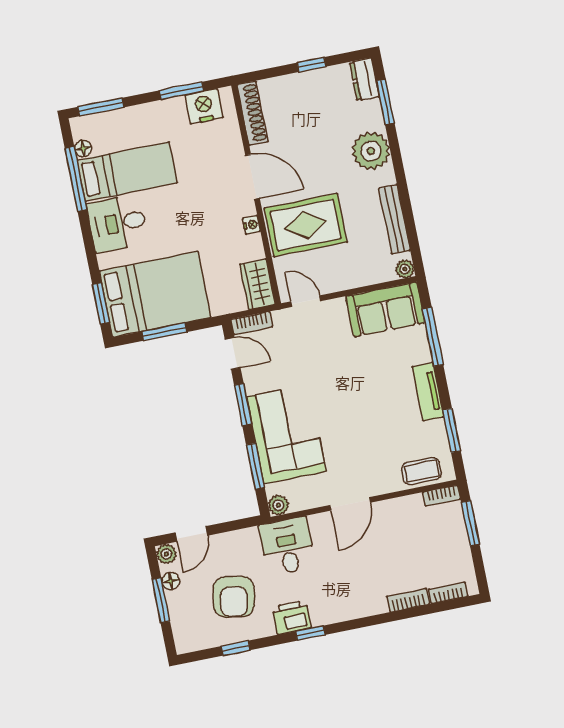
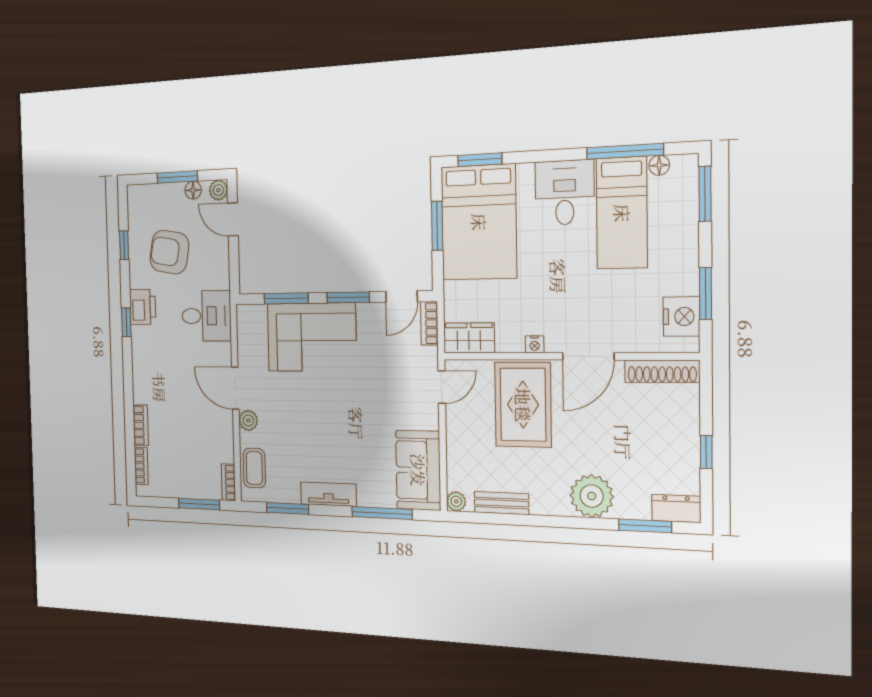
bench: (394, 219) -> (501, 503), width x0.73
plant: (278, 505) -> (248, 420), moved

